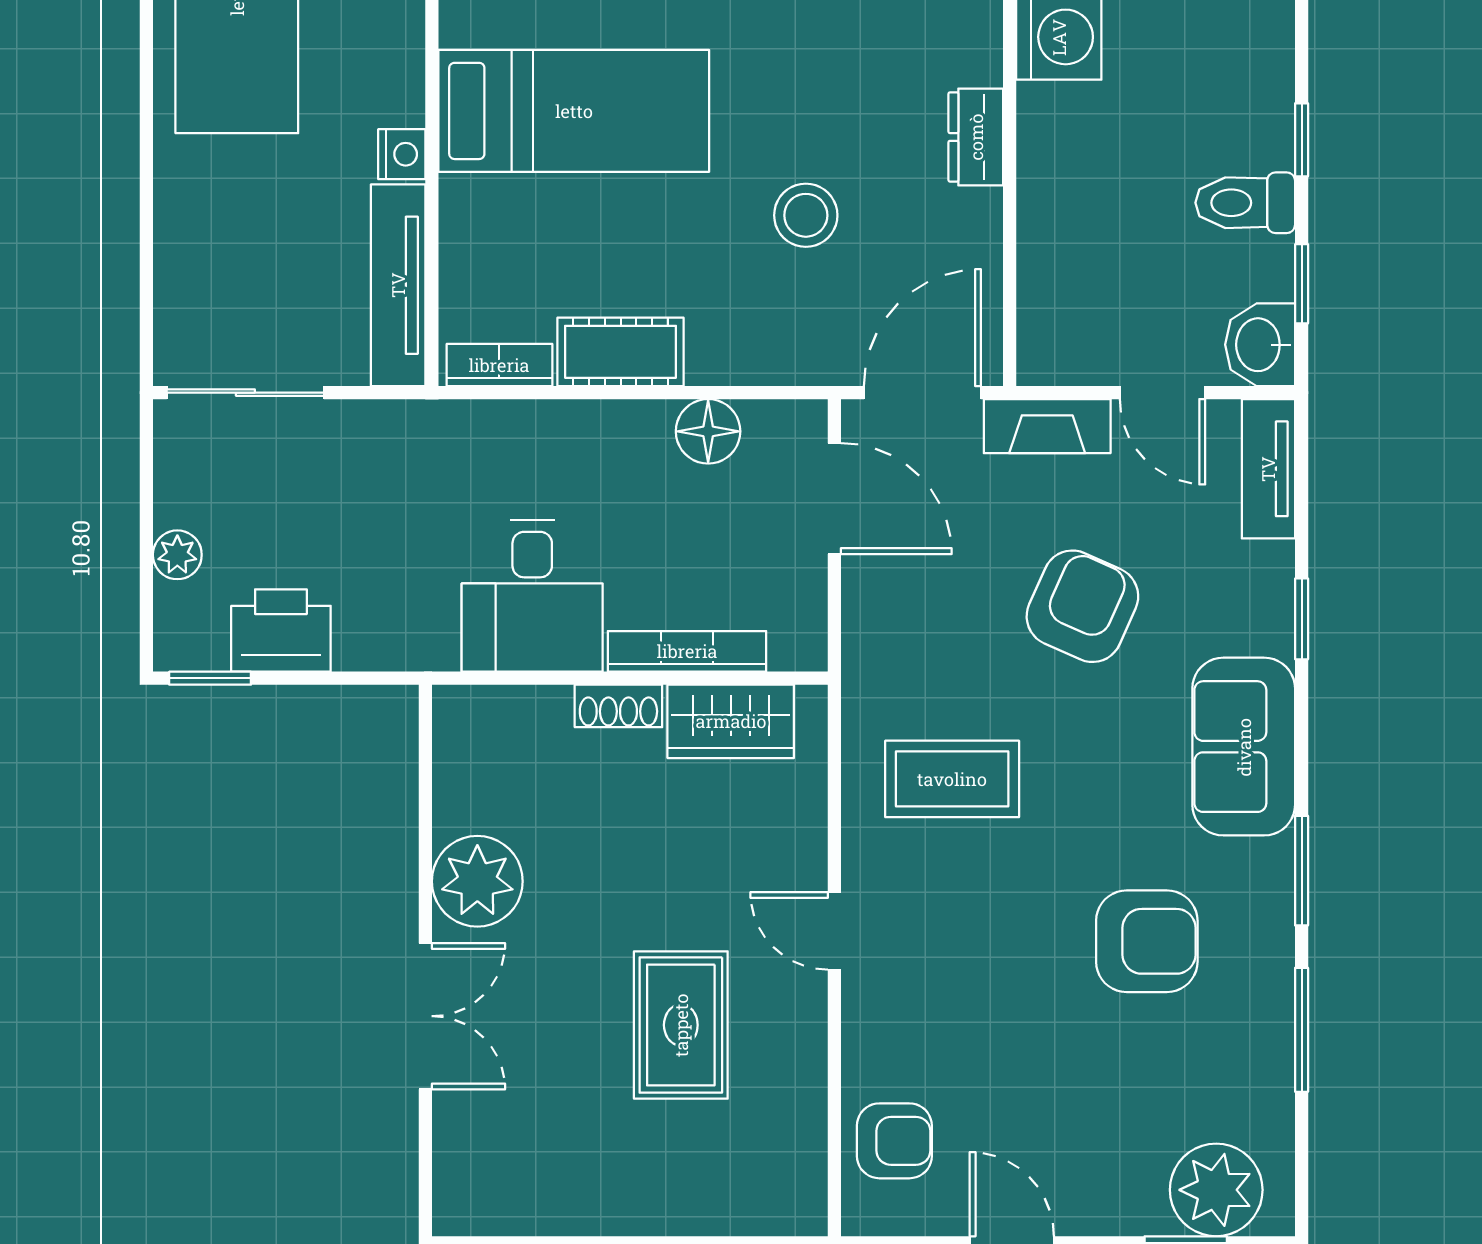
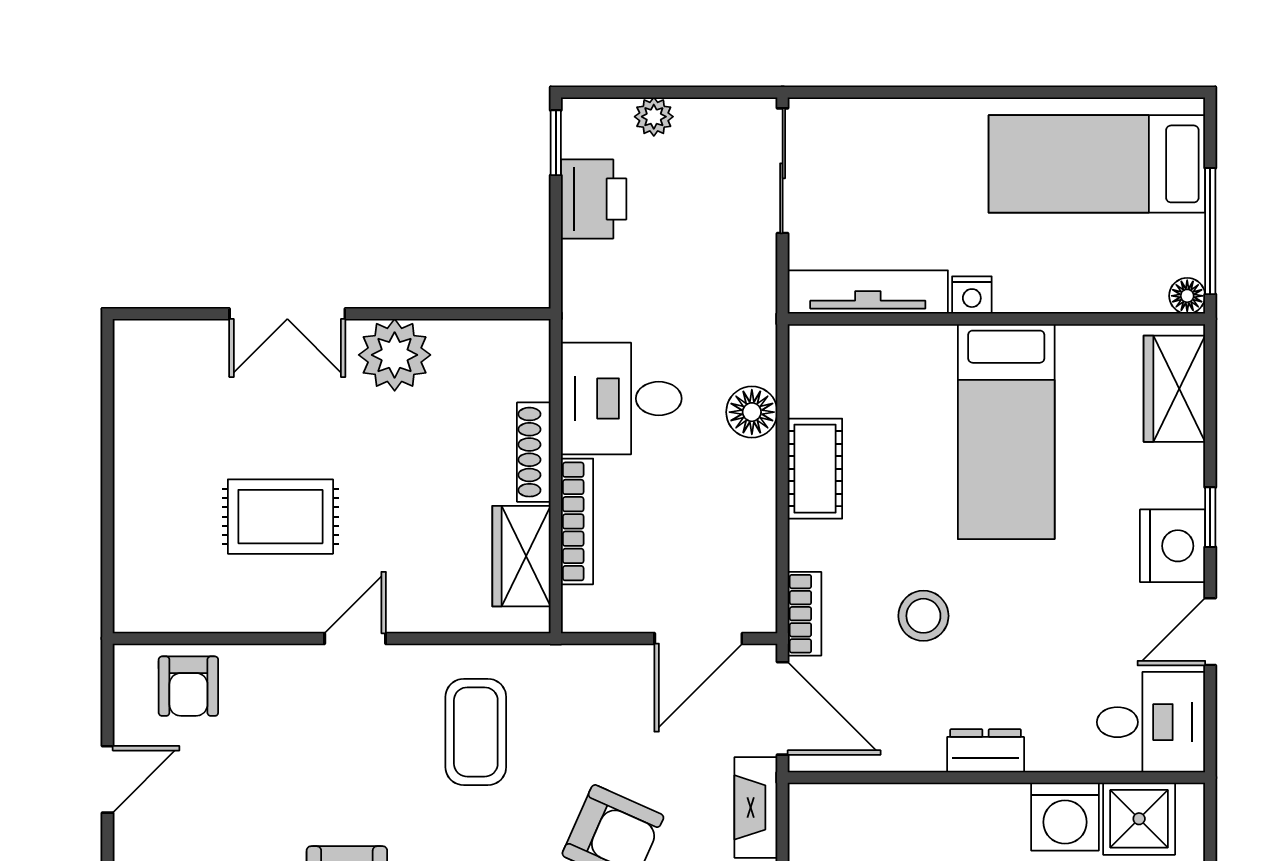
bookcase: (499, 365) -> (804, 614), moved
floor lamp: (708, 431) -> (752, 412), moved
shoe rack: (618, 706) -> (534, 452), width x1.43

